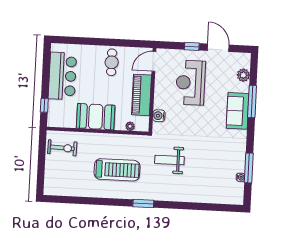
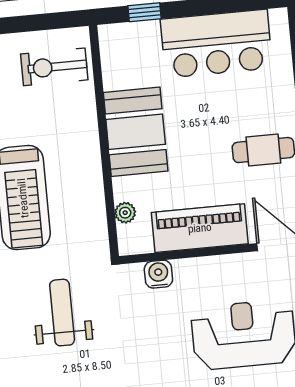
exercise bike: (62, 148) -> (54, 67), turned 88

